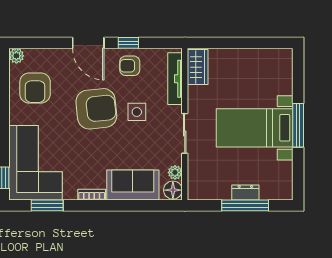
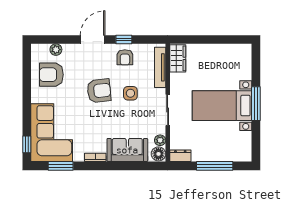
door: (88, 43) -> (93, 40), swing flipped
plant: (16, 56) -> (56, 50), moved
armchair: (130, 66) -> (125, 57), turned -90
armchair: (35, 88) -> (51, 75), turned 90
armchair: (96, 109) -> (99, 91), width x0.73, depth x0.73
dresser: (245, 192) -> (180, 156), moved

